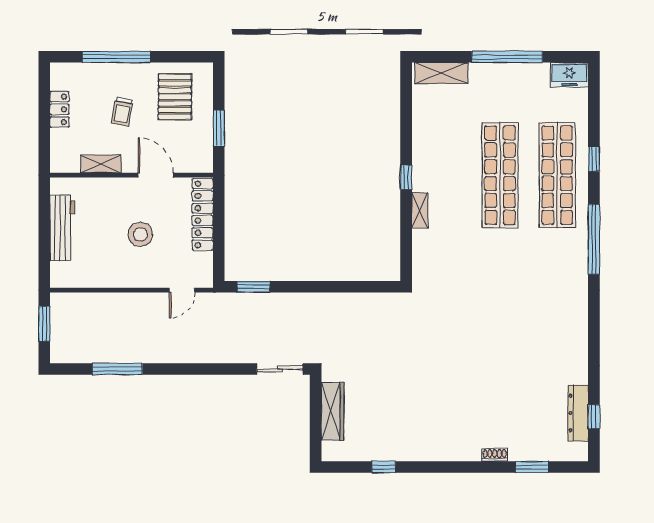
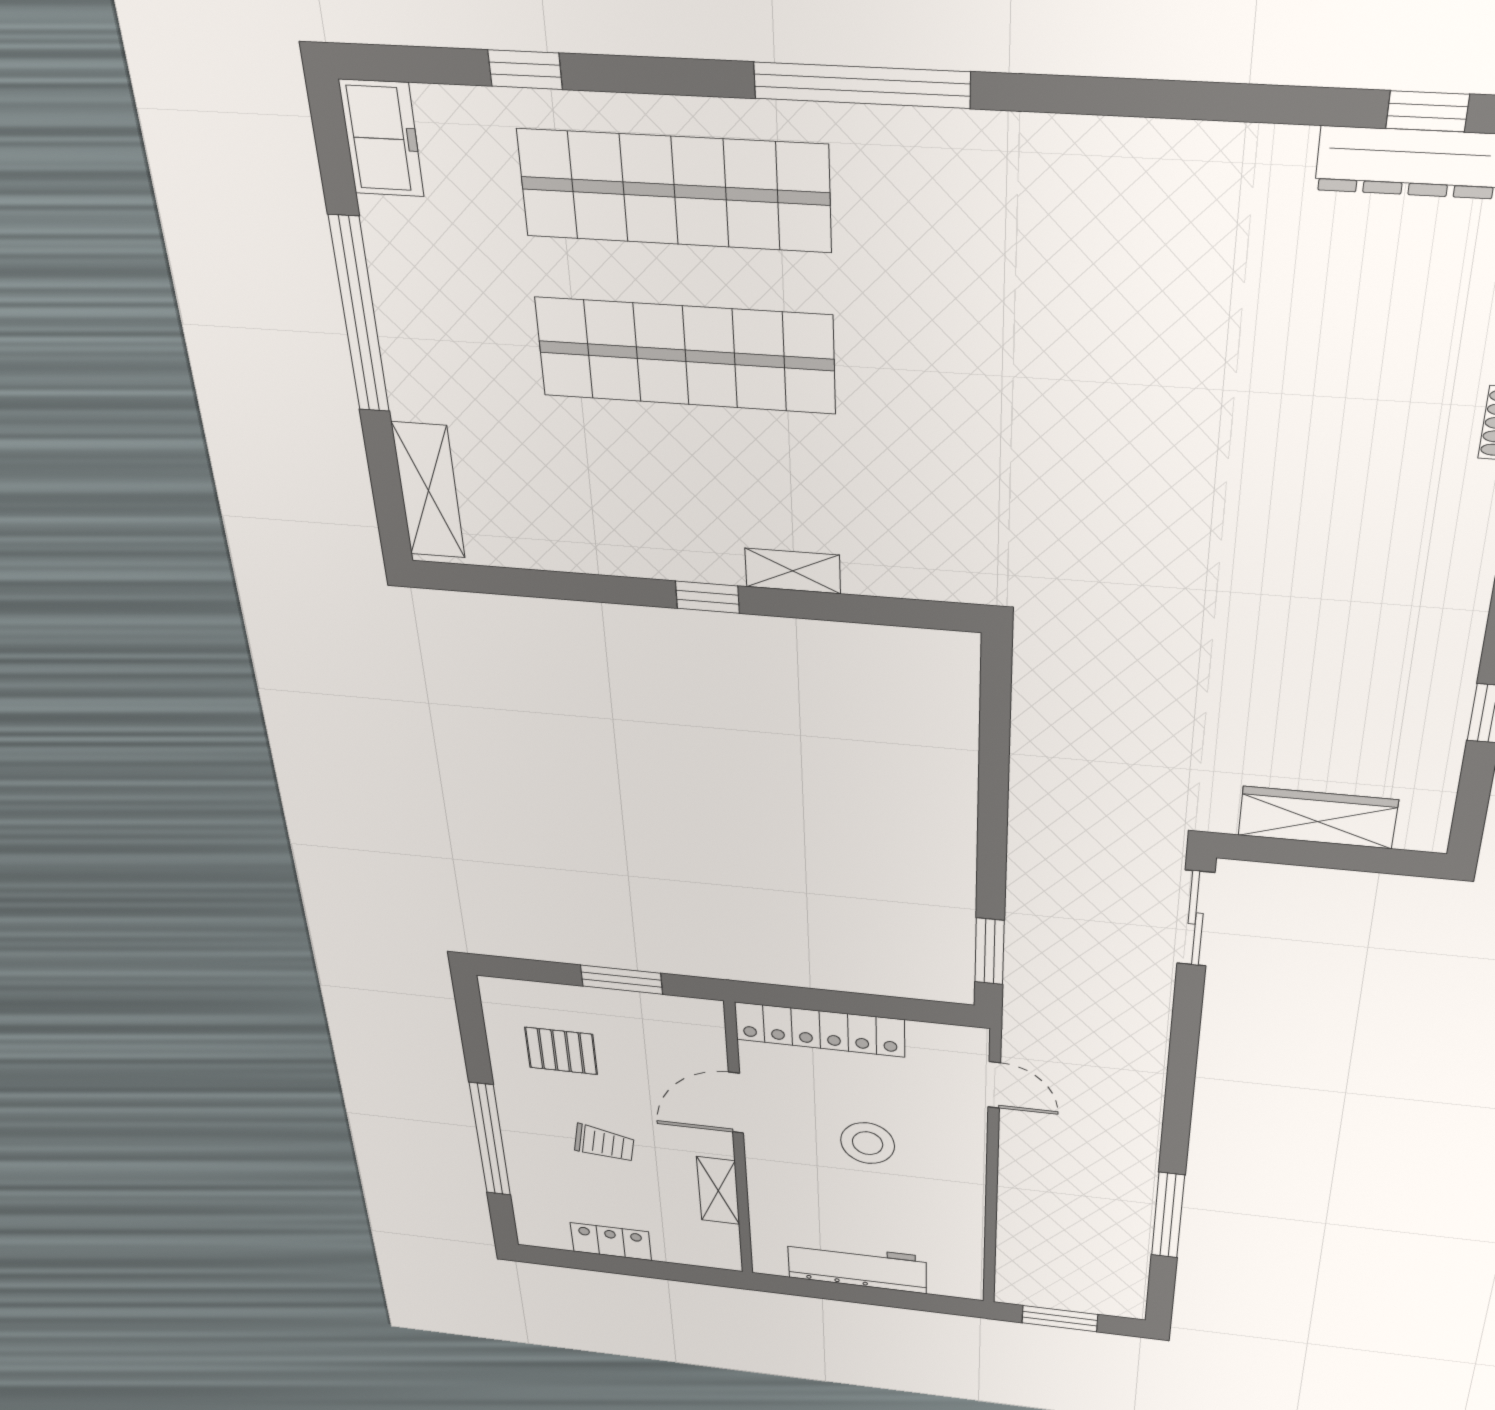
pallet: (175, 97) -> (561, 1051), width x0.67, depth x0.71
window: (594, 159) -> (525, 70), moved

